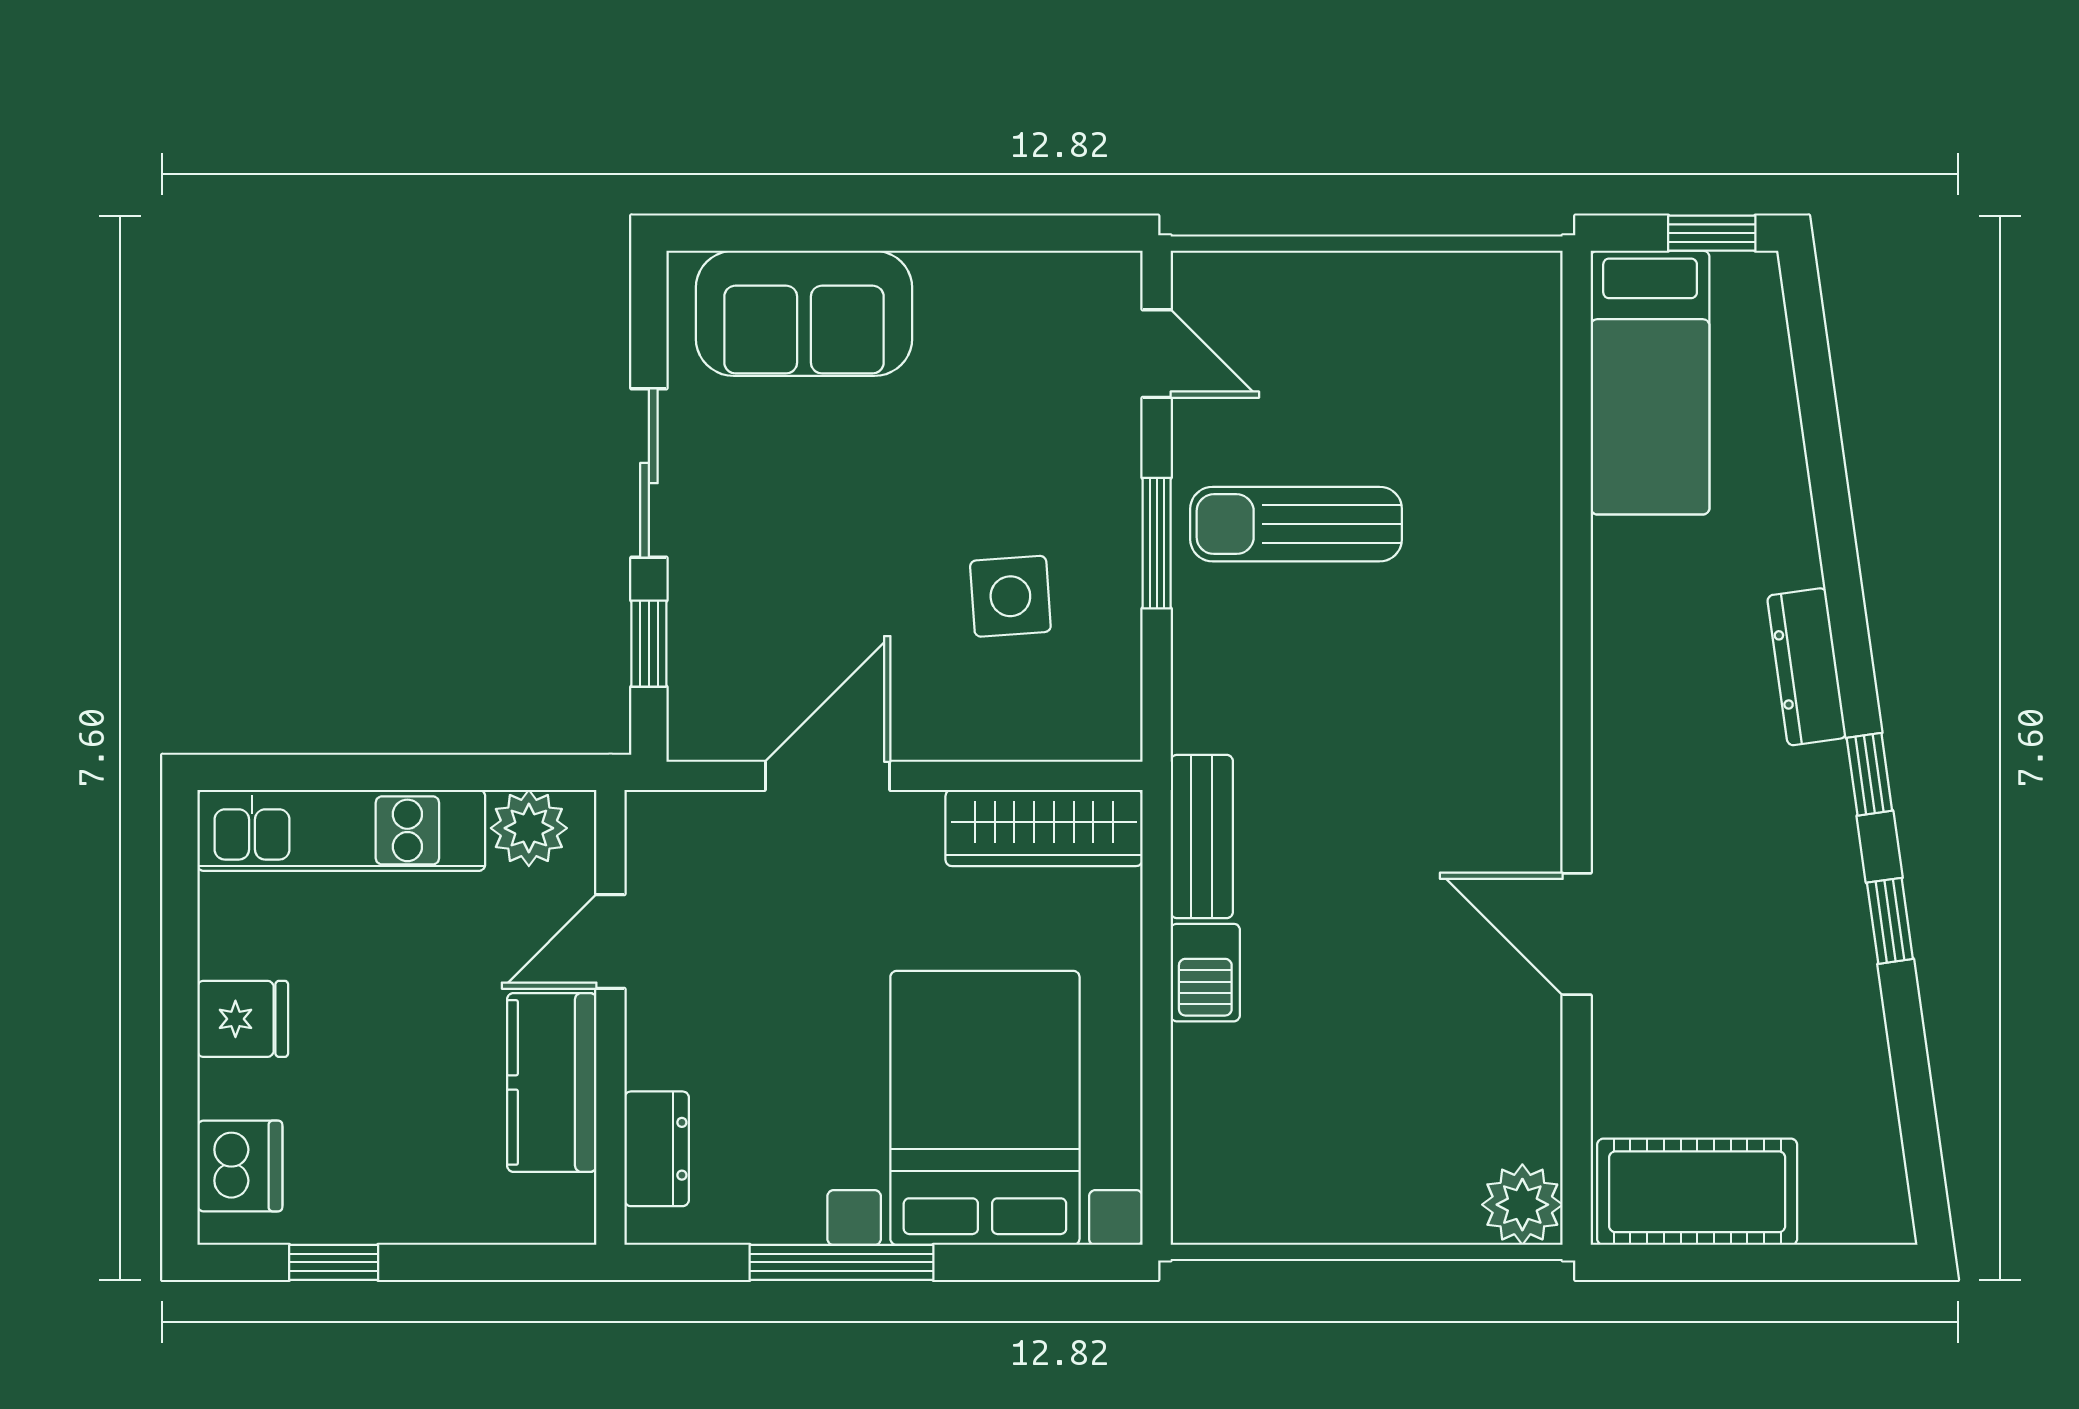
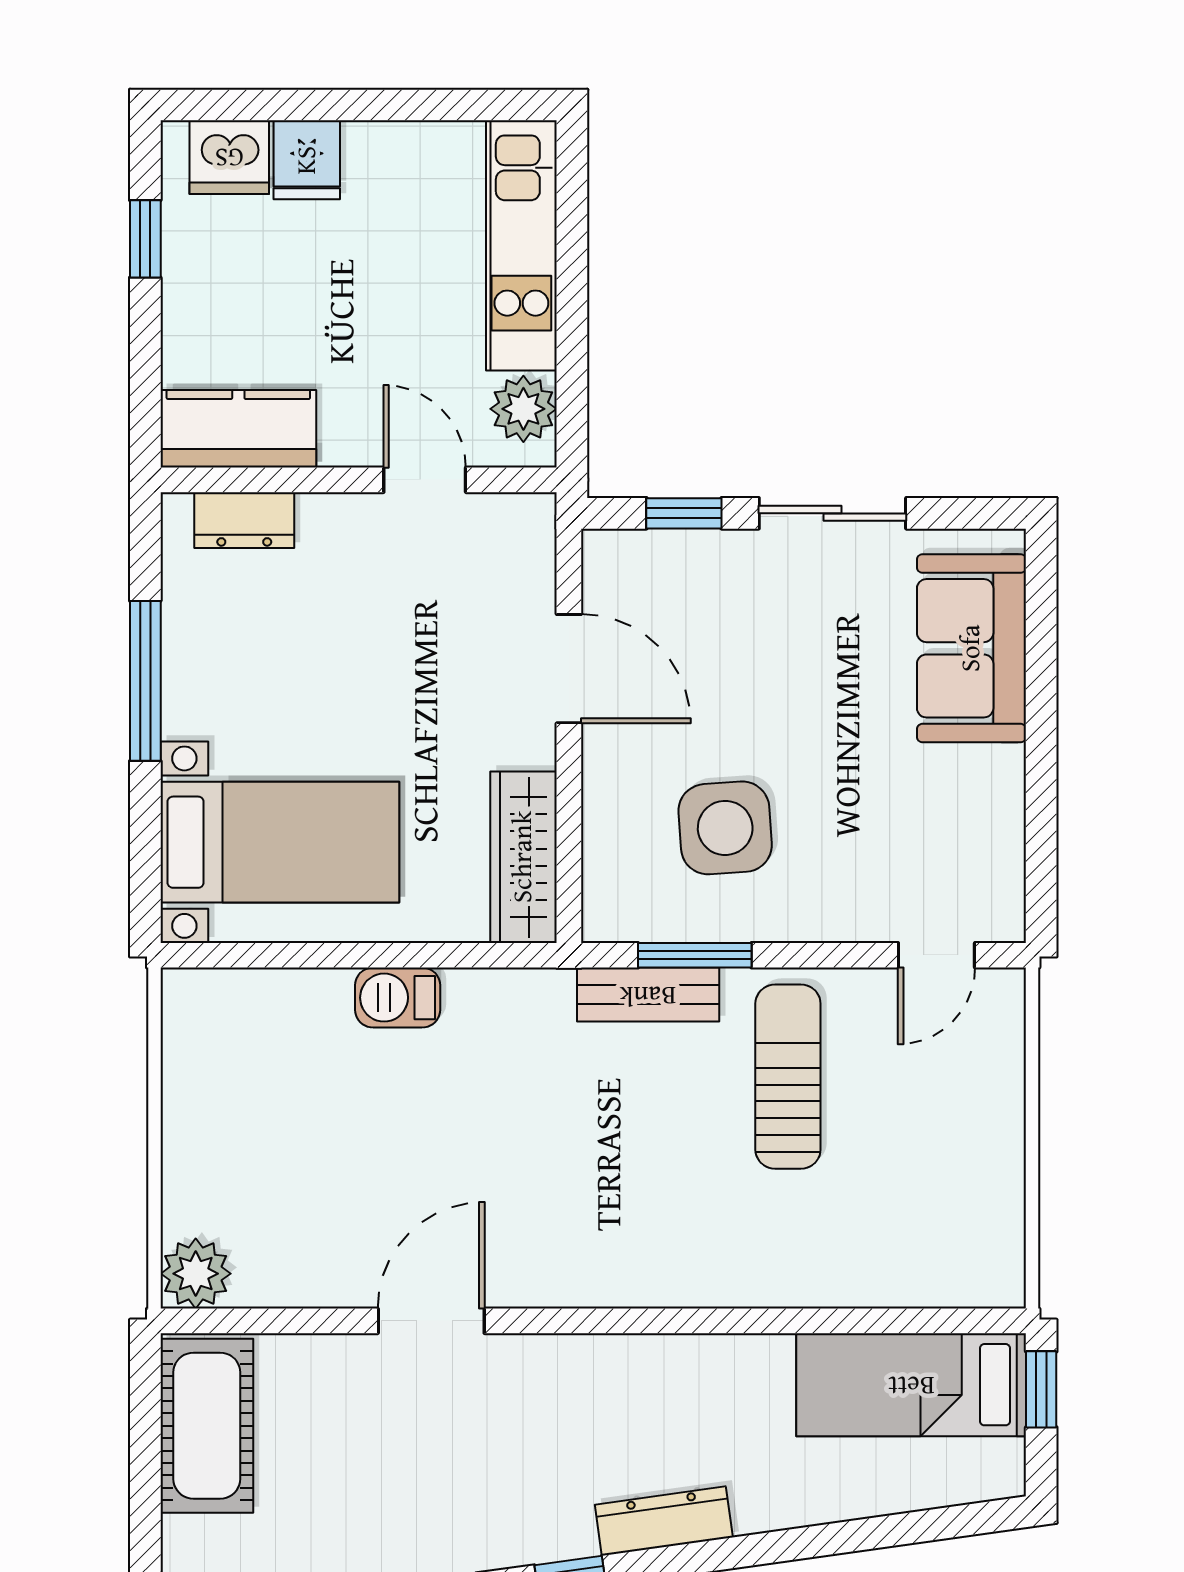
window: (1712, 233) -> (1041, 1389), moved
window: (1157, 543) -> (695, 955), moved
side table: (1010, 596) -> (725, 828), width x1.37, depth x1.37
bench: (1202, 837) -> (648, 995), moved
fridge: (243, 1019) -> (307, 160), moved
kitchen counter: (552, 1082) -> (238, 429), moved
bed with nightstands: (985, 1108) -> (280, 842), width x0.73

